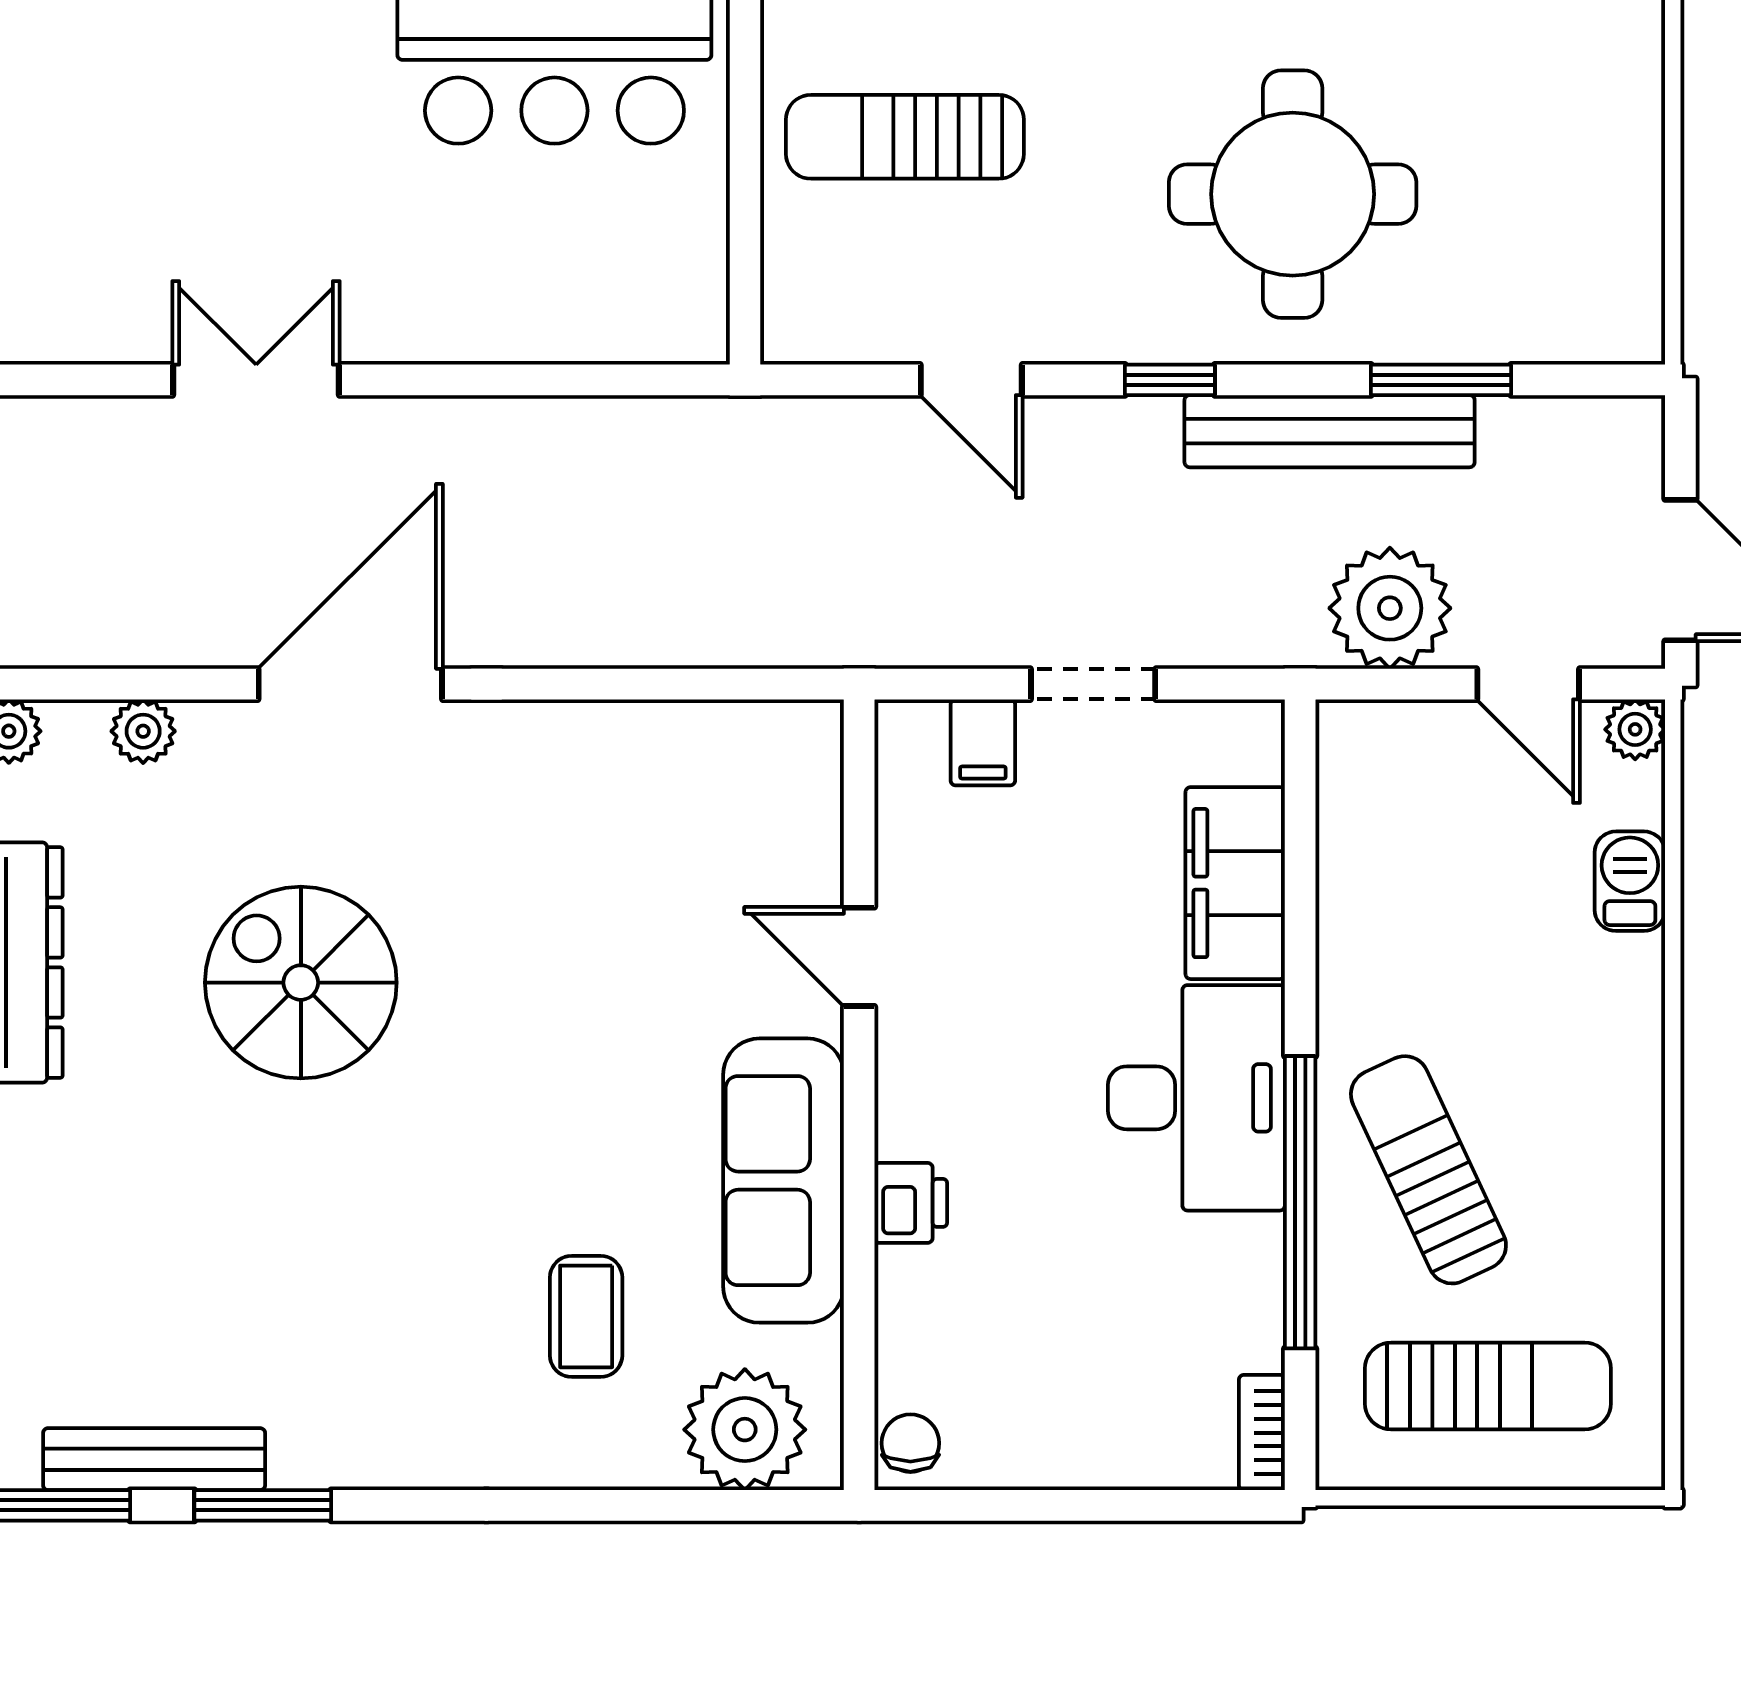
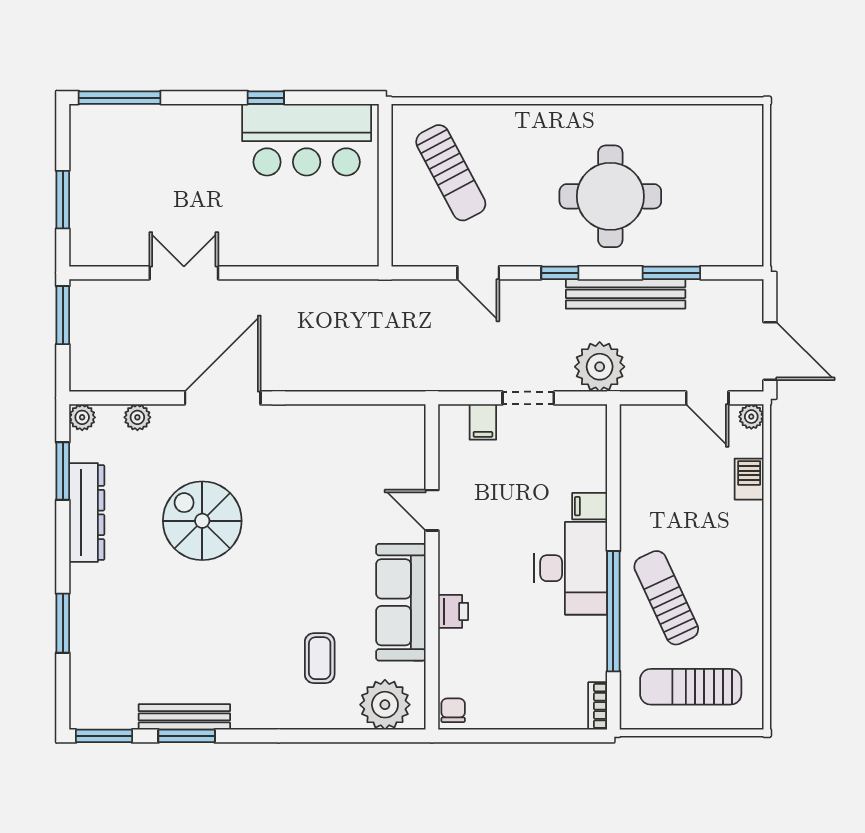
sun lounger: (905, 137) -> (451, 173), turned -118
plant: (1390, 608) -> (600, 367), moved
filing cabinet: (1235, 883) -> (590, 506), width x0.33, depth x0.86
sun lounger: (1488, 1386) -> (691, 687), turned 180
bench: (154, 1459) -> (184, 717), moved

